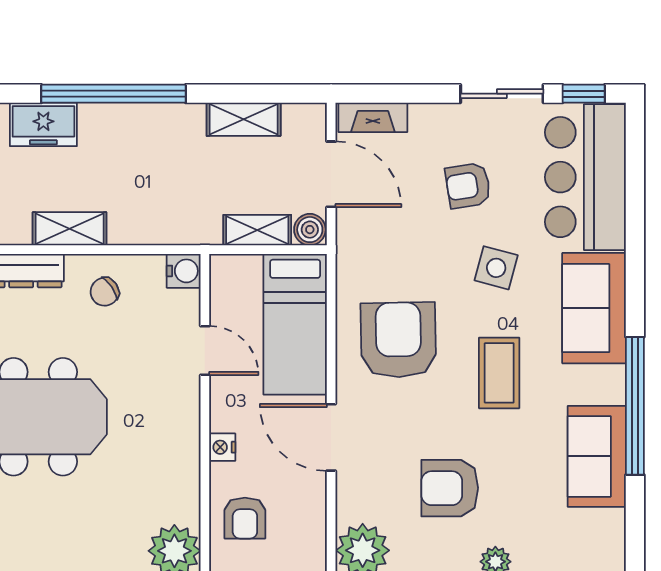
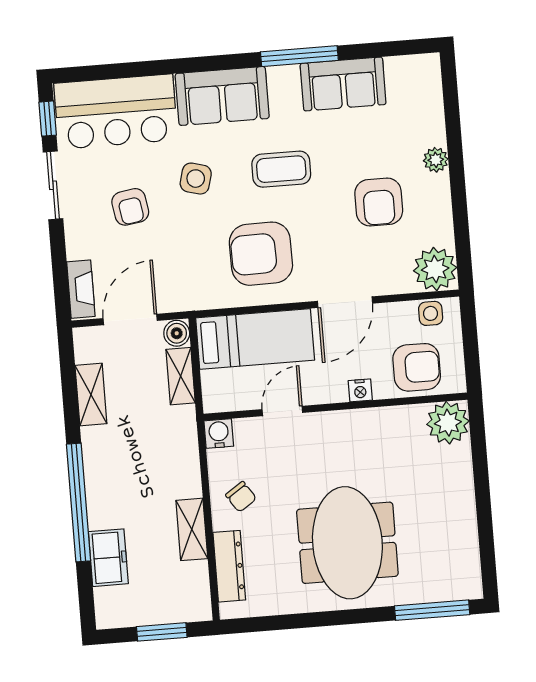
window: (635, 406) -> (299, 56), width x0.68
armchair: (245, 518) -> (417, 367), width x1.38, depth x1.38
side table: (309, 540) -> (431, 313), added

